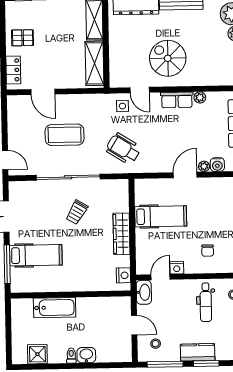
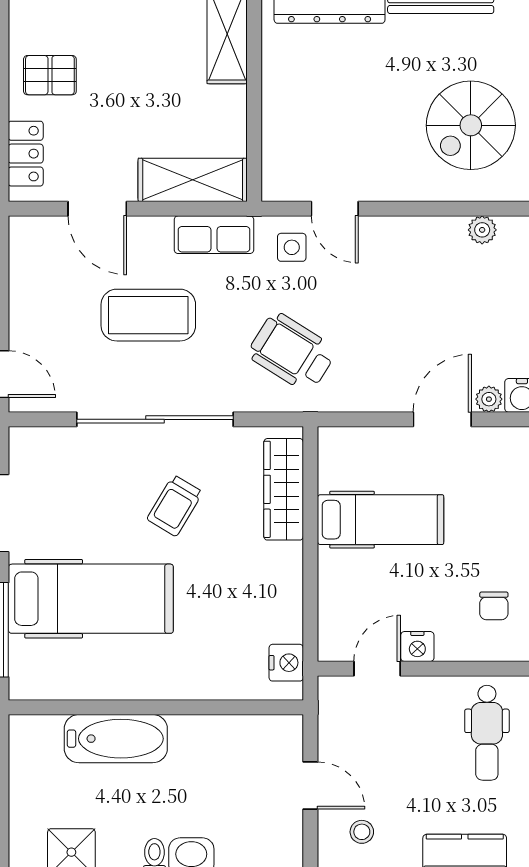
spiral stairs: (168, 58) -> (471, 125), moved, turned -90
shelving: (95, 63) -> (193, 180), moved, turned 90
row of seats: (177, 100) -> (214, 235), moved
wardrobe: (122, 234) -> (284, 489), moved
hospital bed: (36, 255) -> (91, 599), width x1.37, depth x1.29
washbasin: (144, 292) -> (335, 705), removed

